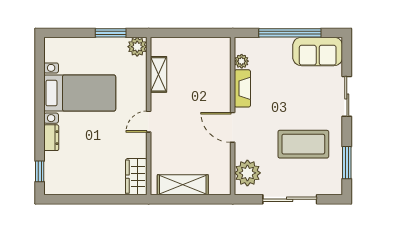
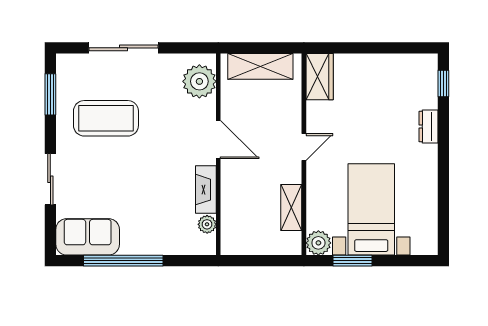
plant: (242, 61) -> (207, 224), moved
fireplace: (242, 88) -> (206, 190), moved
bed with nightstands: (80, 93) -> (371, 209), moved, turned 90
wall: (233, 116) -> (218, 154), moved
door: (233, 127) -> (218, 140), moved
plant: (247, 173) -> (199, 81), moved

